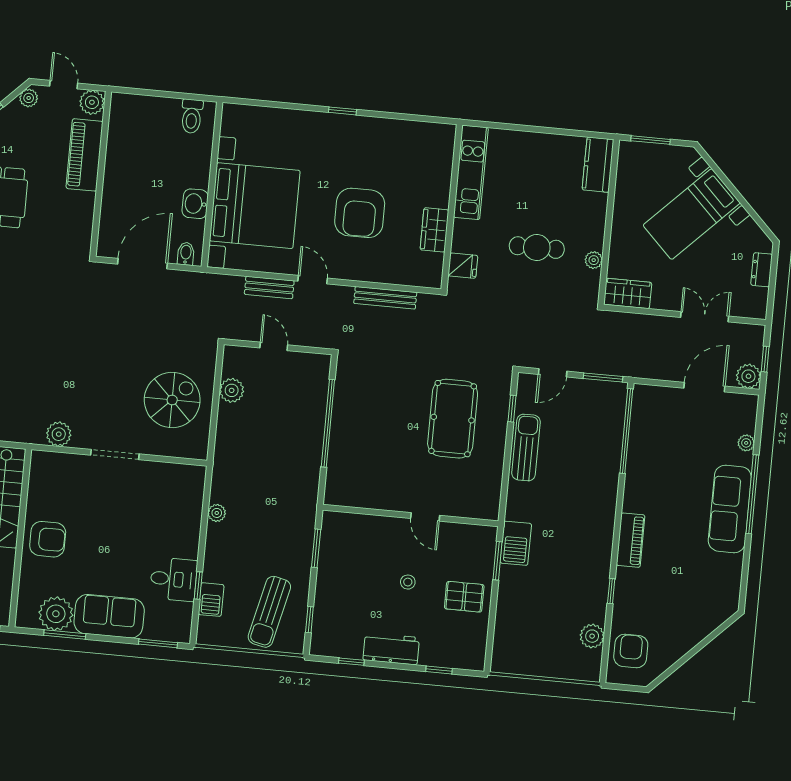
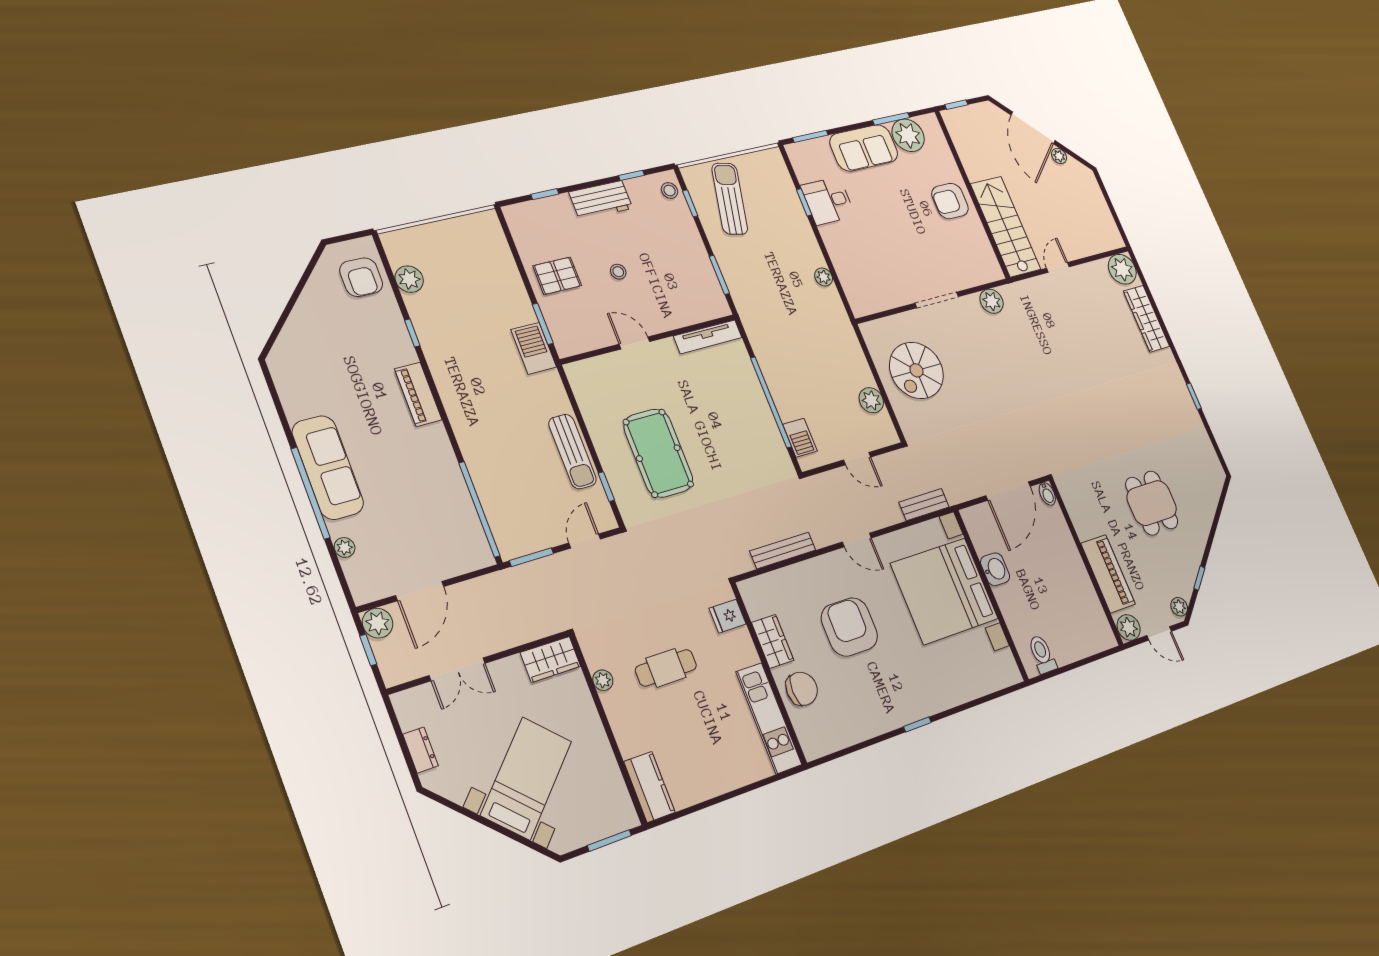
chair: (430, 183) -> (802, 689), added
bidet: (186, 254) -> (1047, 494), moved
bench: (269, 287) -> (924, 505), moved
tv unit: (356, 499) -> (708, 337), added
barbecue: (211, 600) -> (800, 438), moved, turned 180
stool: (323, 637) -> (669, 190), added

